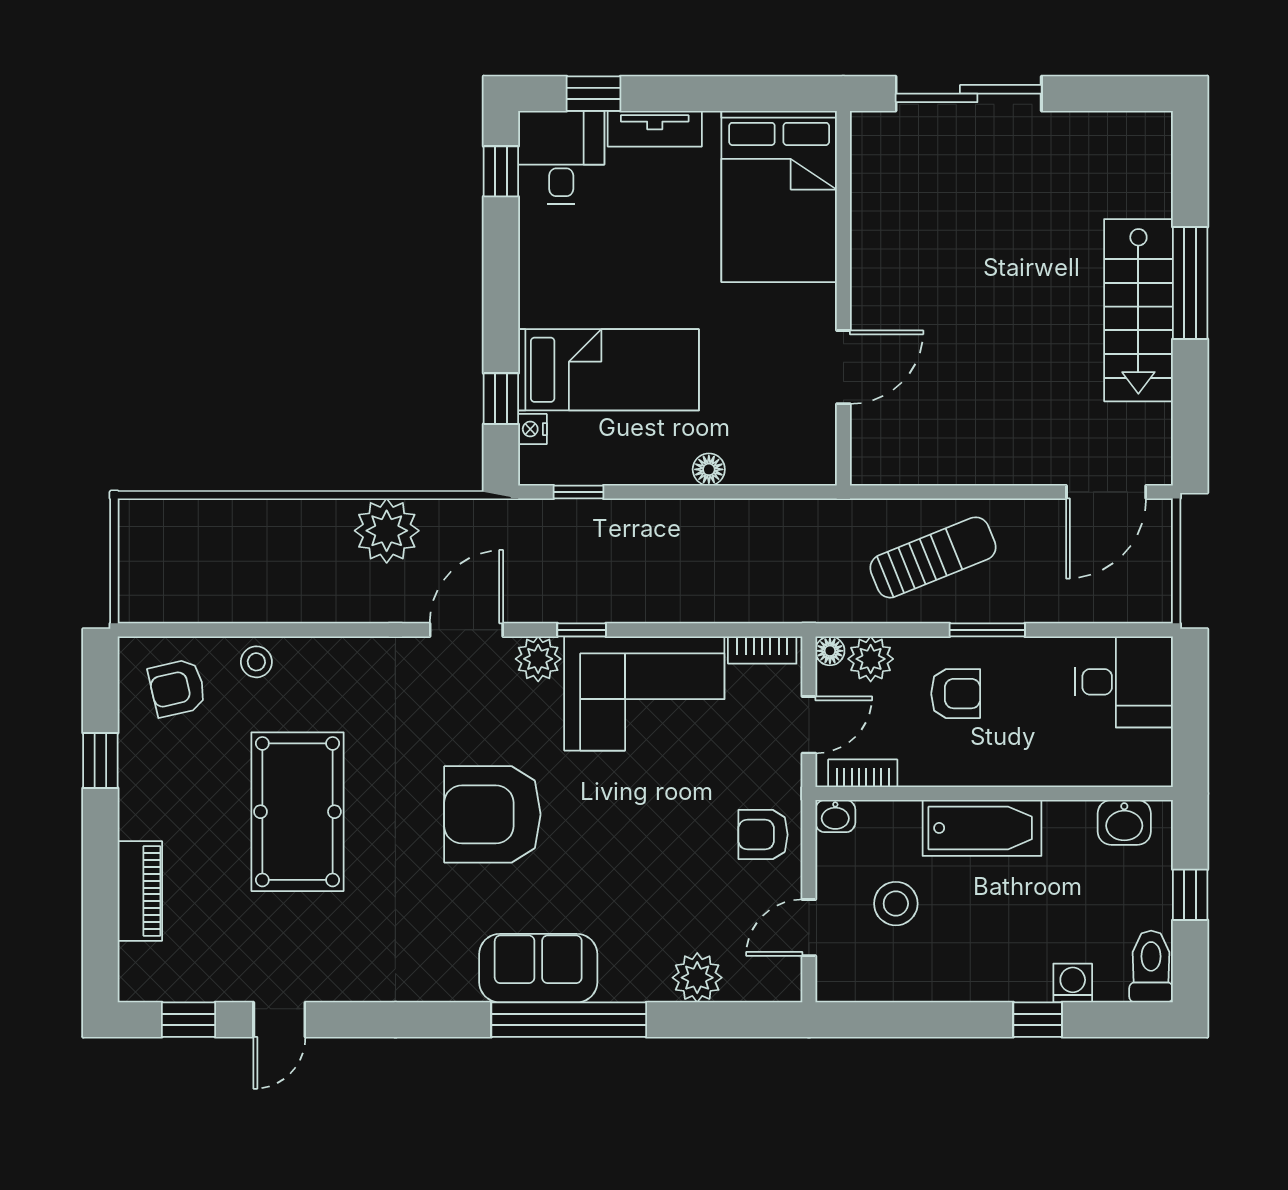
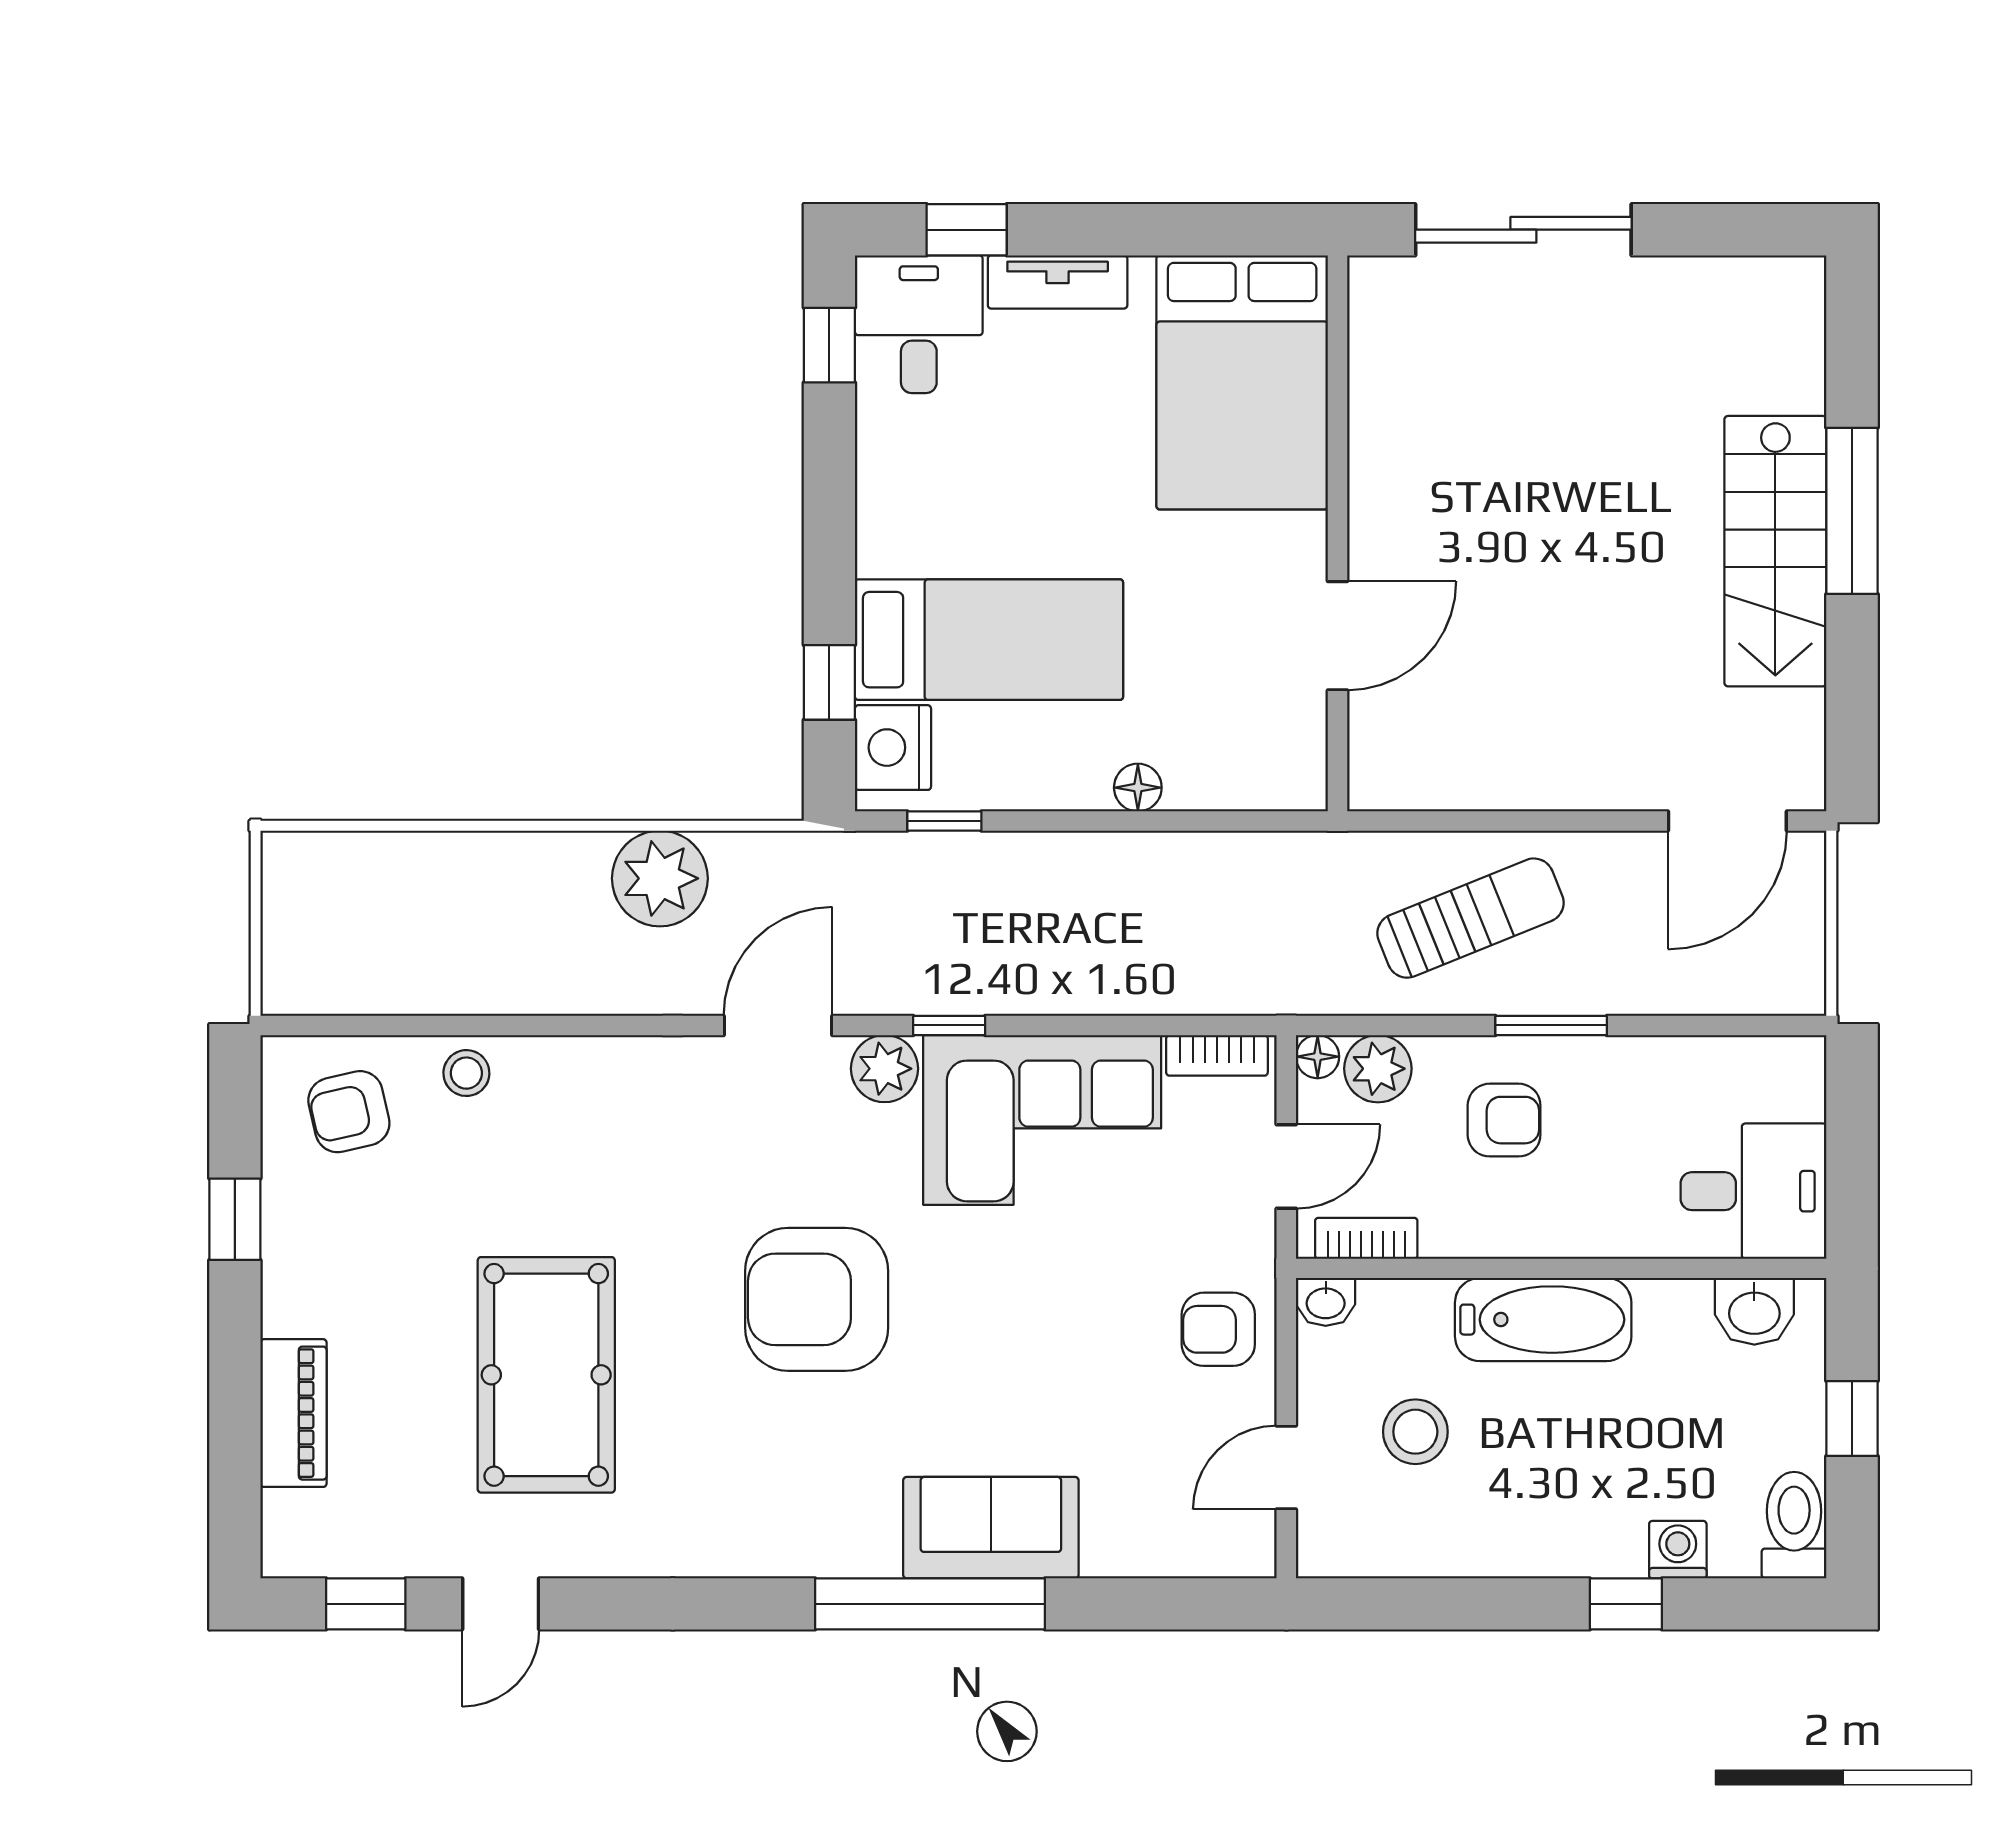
nightstand: (532, 429) -> (893, 748), width x1.89, depth x1.79
desk: (1124, 682) -> (1753, 1191), moved
pool table: (297, 812) -> (546, 1375), moved
sofa: (538, 968) -> (991, 1528), moved
plant: (697, 978) -> (1121, 1542), removed

